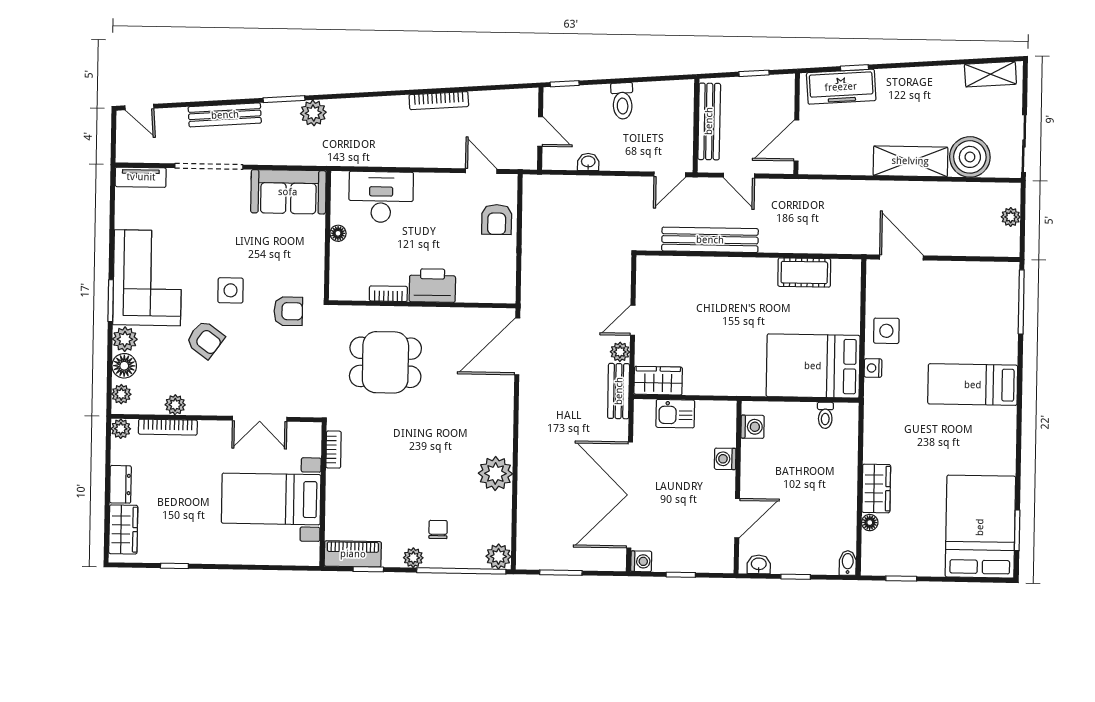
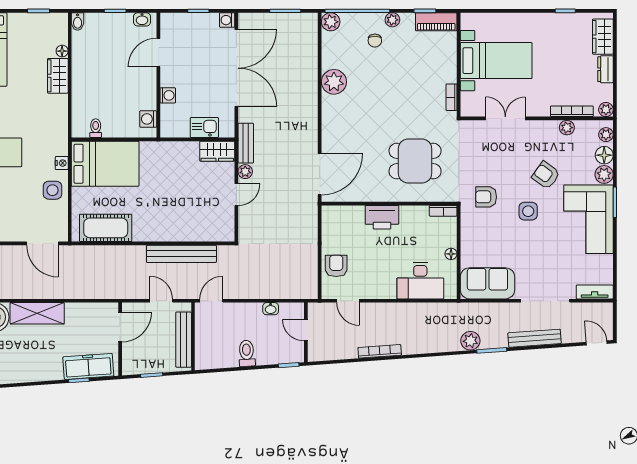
cot: (804, 272) -> (106, 228), width x1.37, depth x1.34
bookcase: (388, 294) -> (443, 211), moved

